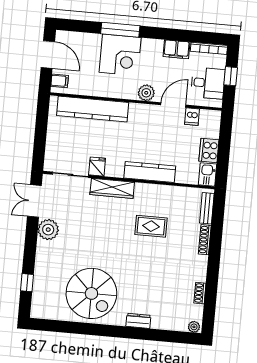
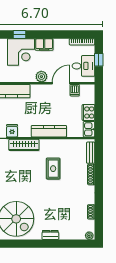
window: (120, 30) -> (19, 35), width x0.46
filing cabinet: (176, 49) -> (44, 44), moved
rug: (151, 226) -> (53, 169), turned 90

